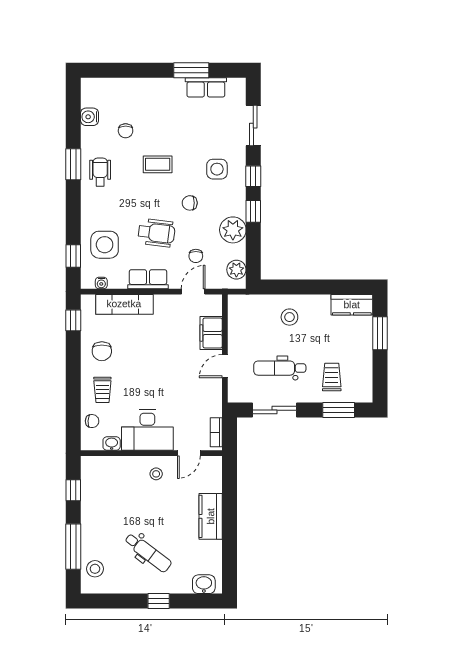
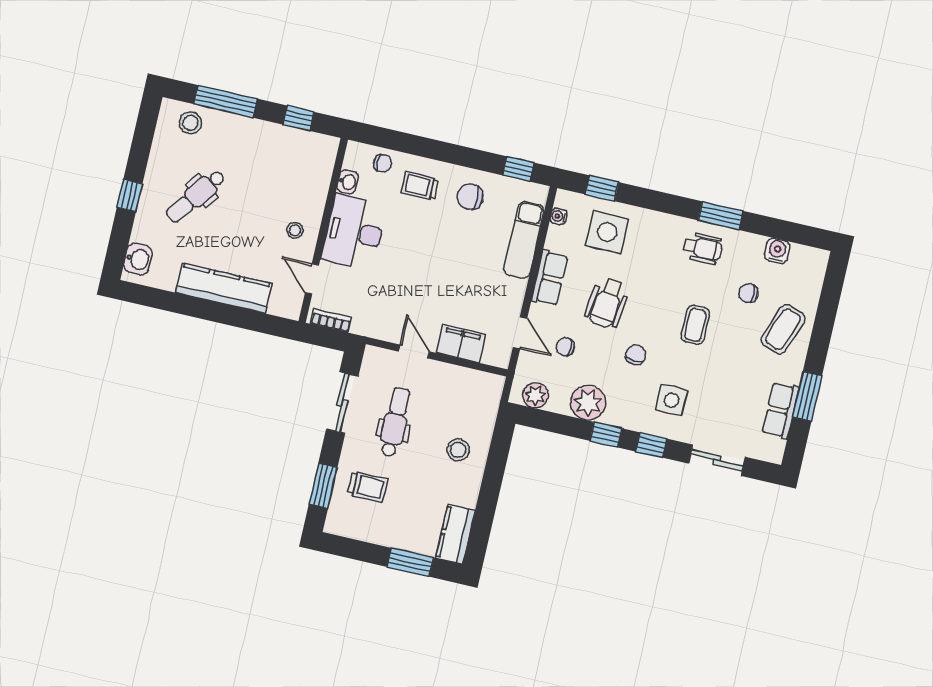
coffee table: (146, 99) -> (783, 329), added
chair: (92, 421) -> (383, 163), turned -92
kitchen counter: (211, 516) -> (224, 288), width x1.50

